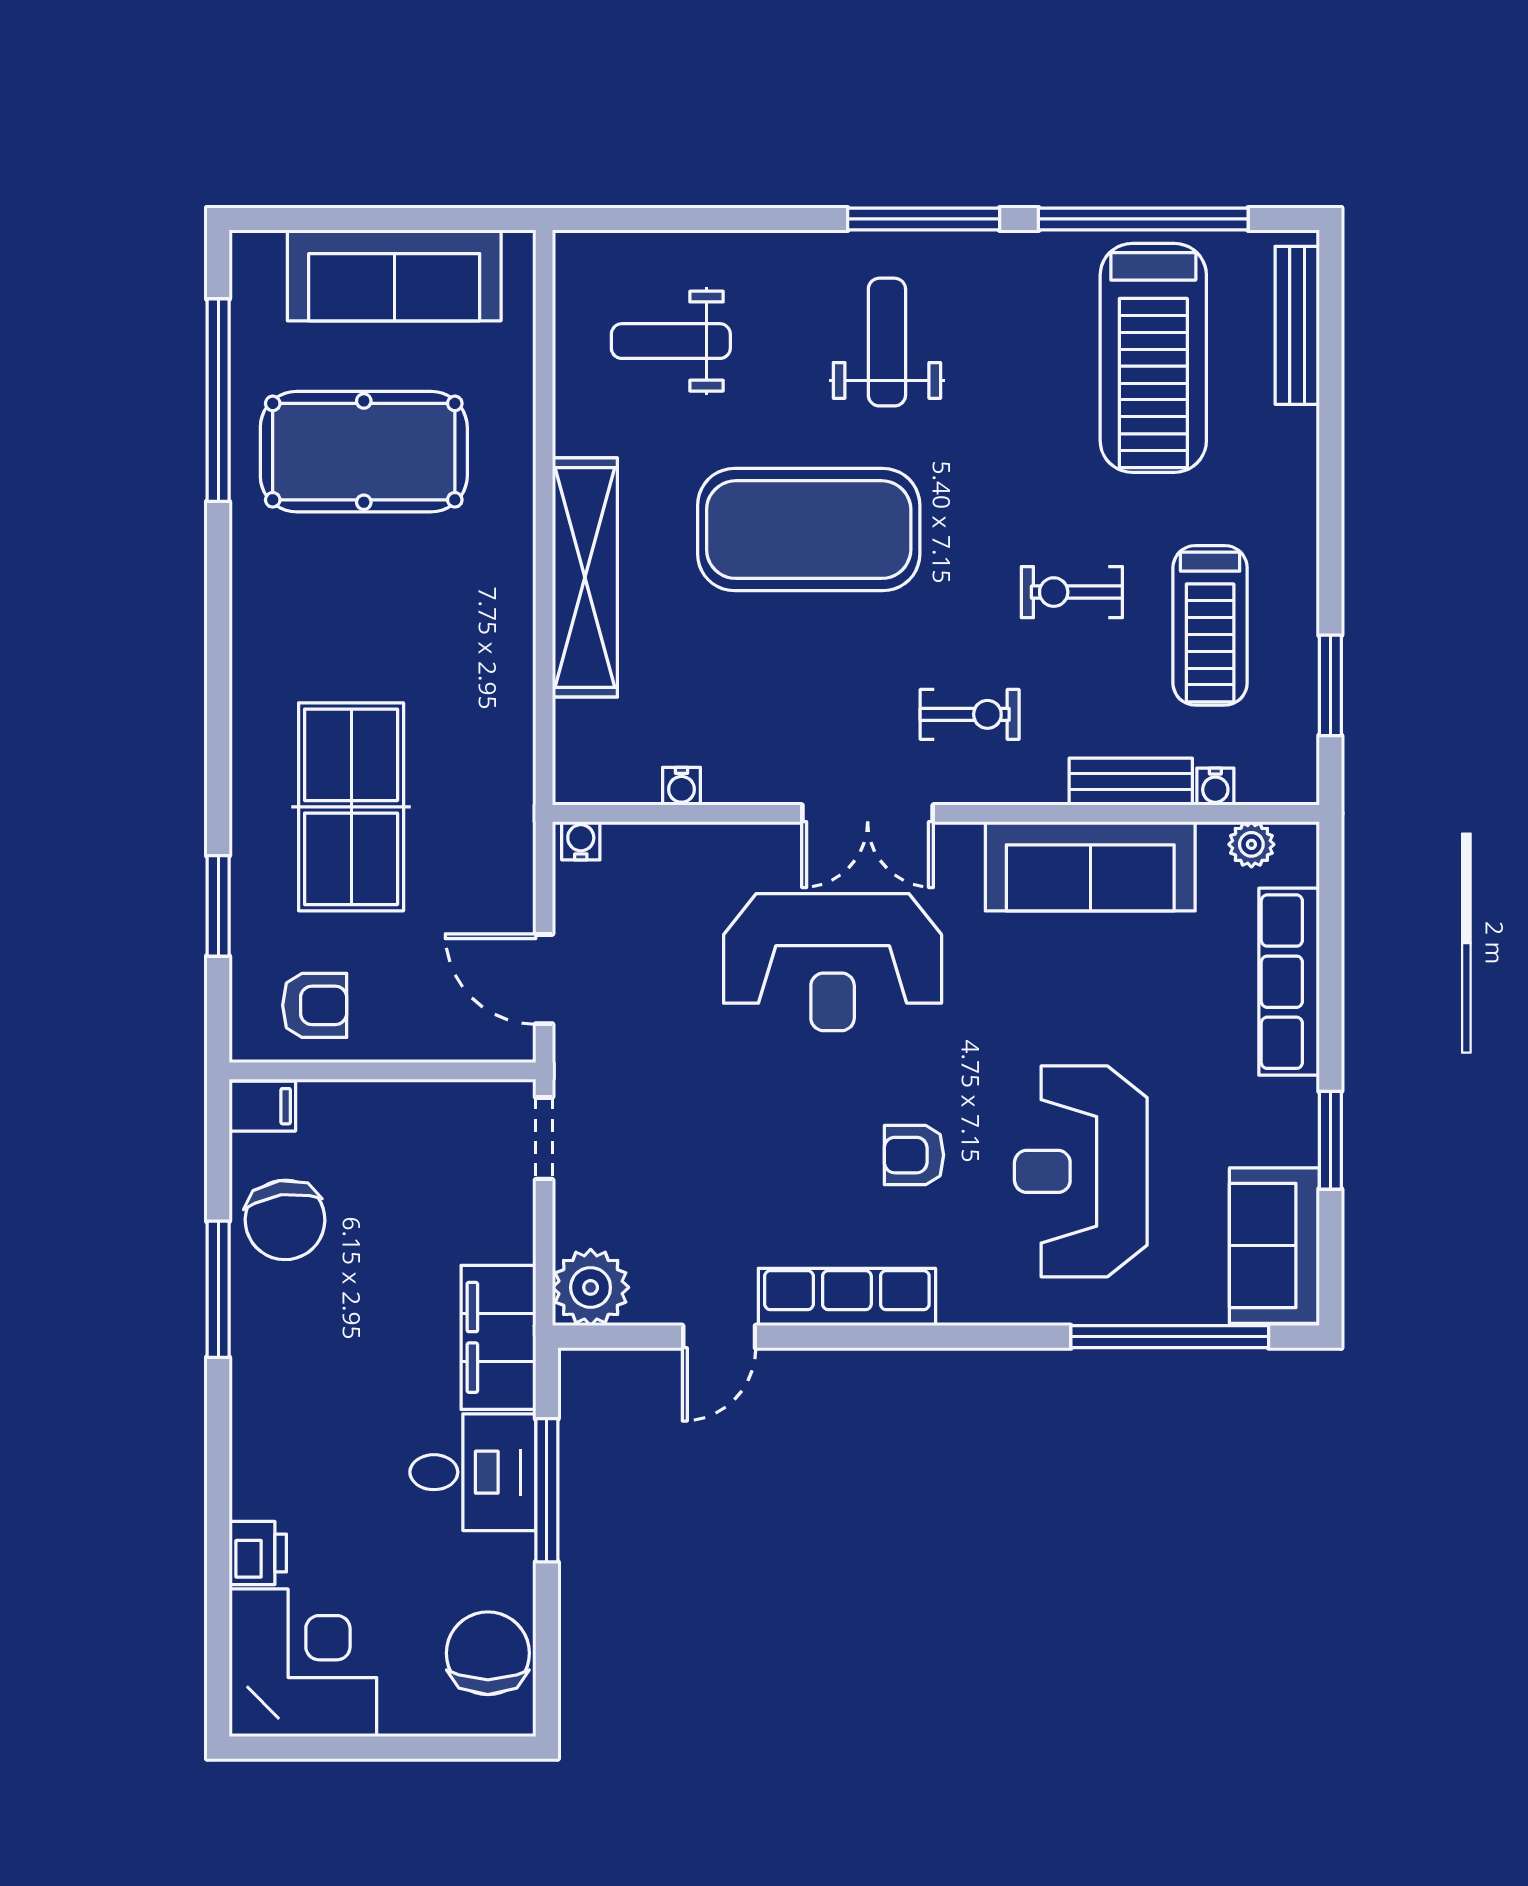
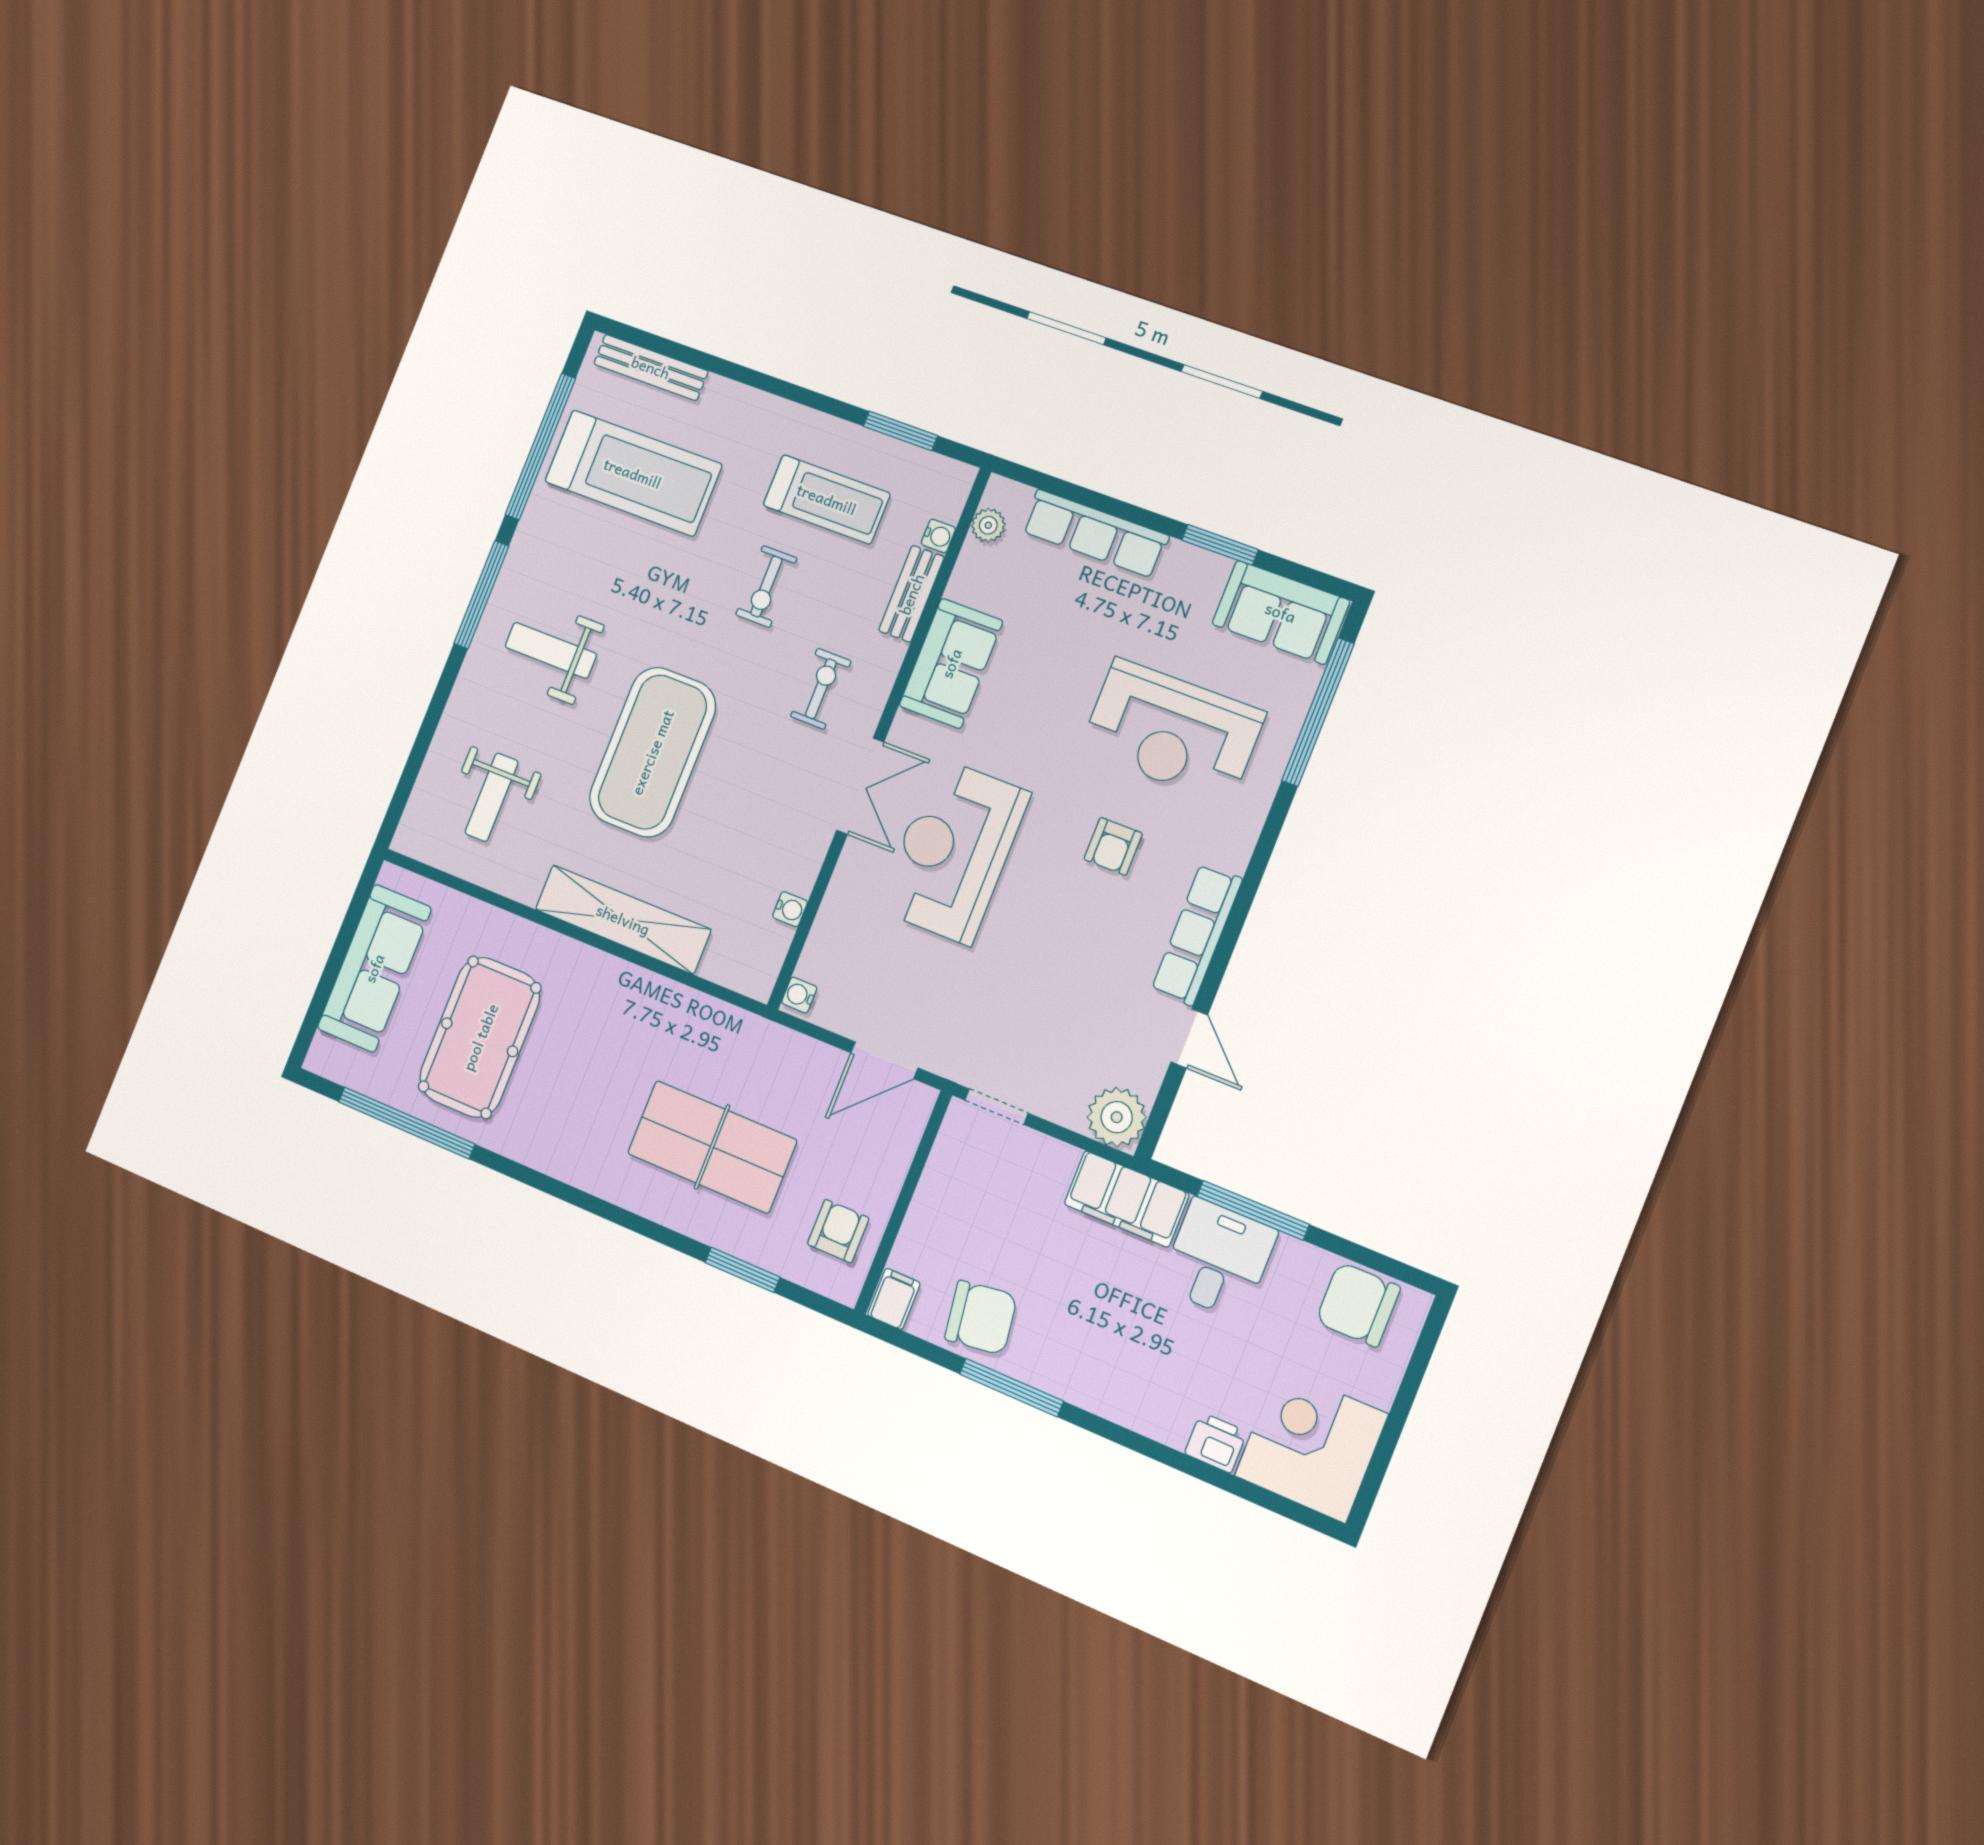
sofa: (1090, 866) -> (951, 663), width x0.73
reception desk: (833, 962) -> (954, 851), turned 180

